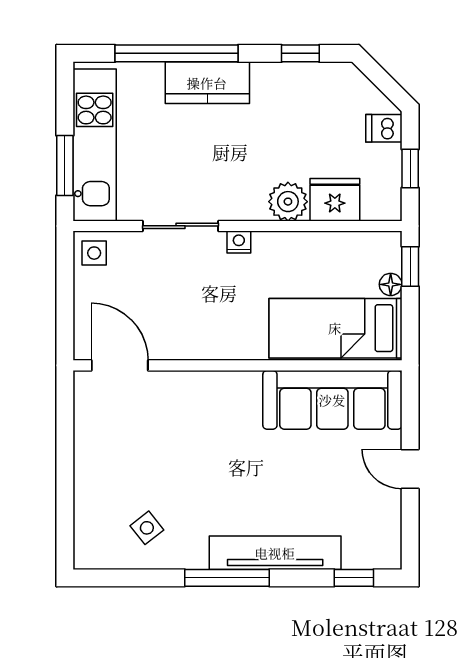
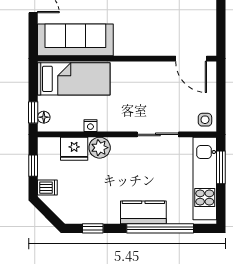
nightstand: (239, 242) -> (90, 126), moved
floor lamp: (391, 284) -> (44, 117), moved

